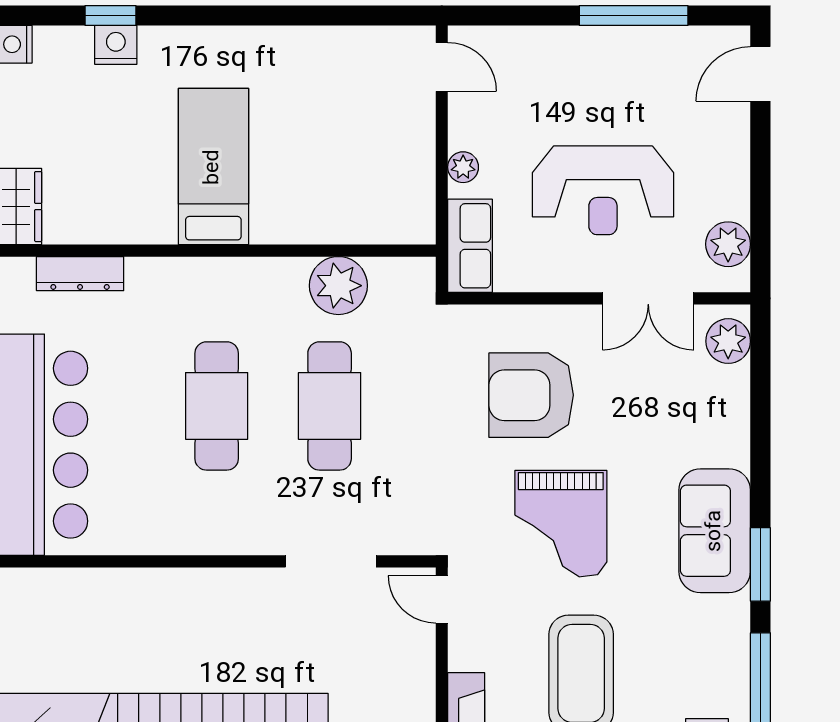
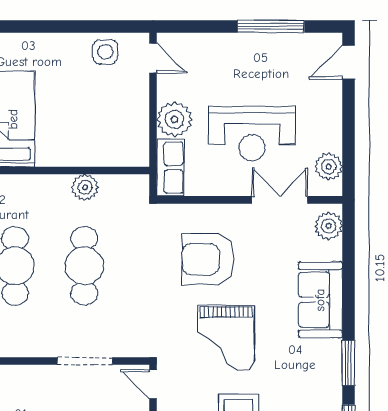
side table: (364, 57) -> (105, 52), added
plant: (463, 167) -> (174, 119), width x1.88, depth x1.88
plant: (338, 286) -> (85, 187), width x0.73, depth x0.73
double door: (648, 298) -> (280, 200), swing flipped
sofa: (715, 531) -> (320, 300), moved

